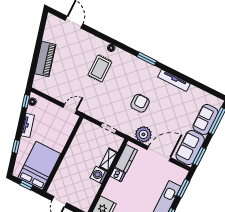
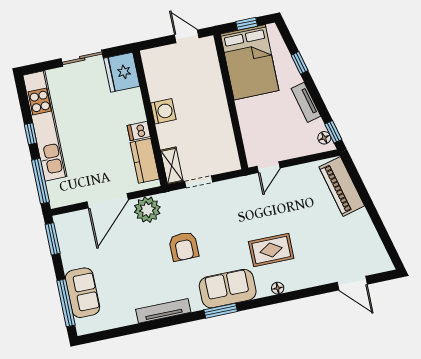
piano: (45, 59) -> (342, 186), moved
rug: (100, 68) -> (271, 250), turned 90
sofa: (190, 148) -> (228, 289), moved, turned -90
shelving: (108, 160) -> (172, 166), moved
window: (183, 188) -> (40, 181), width x1.44

